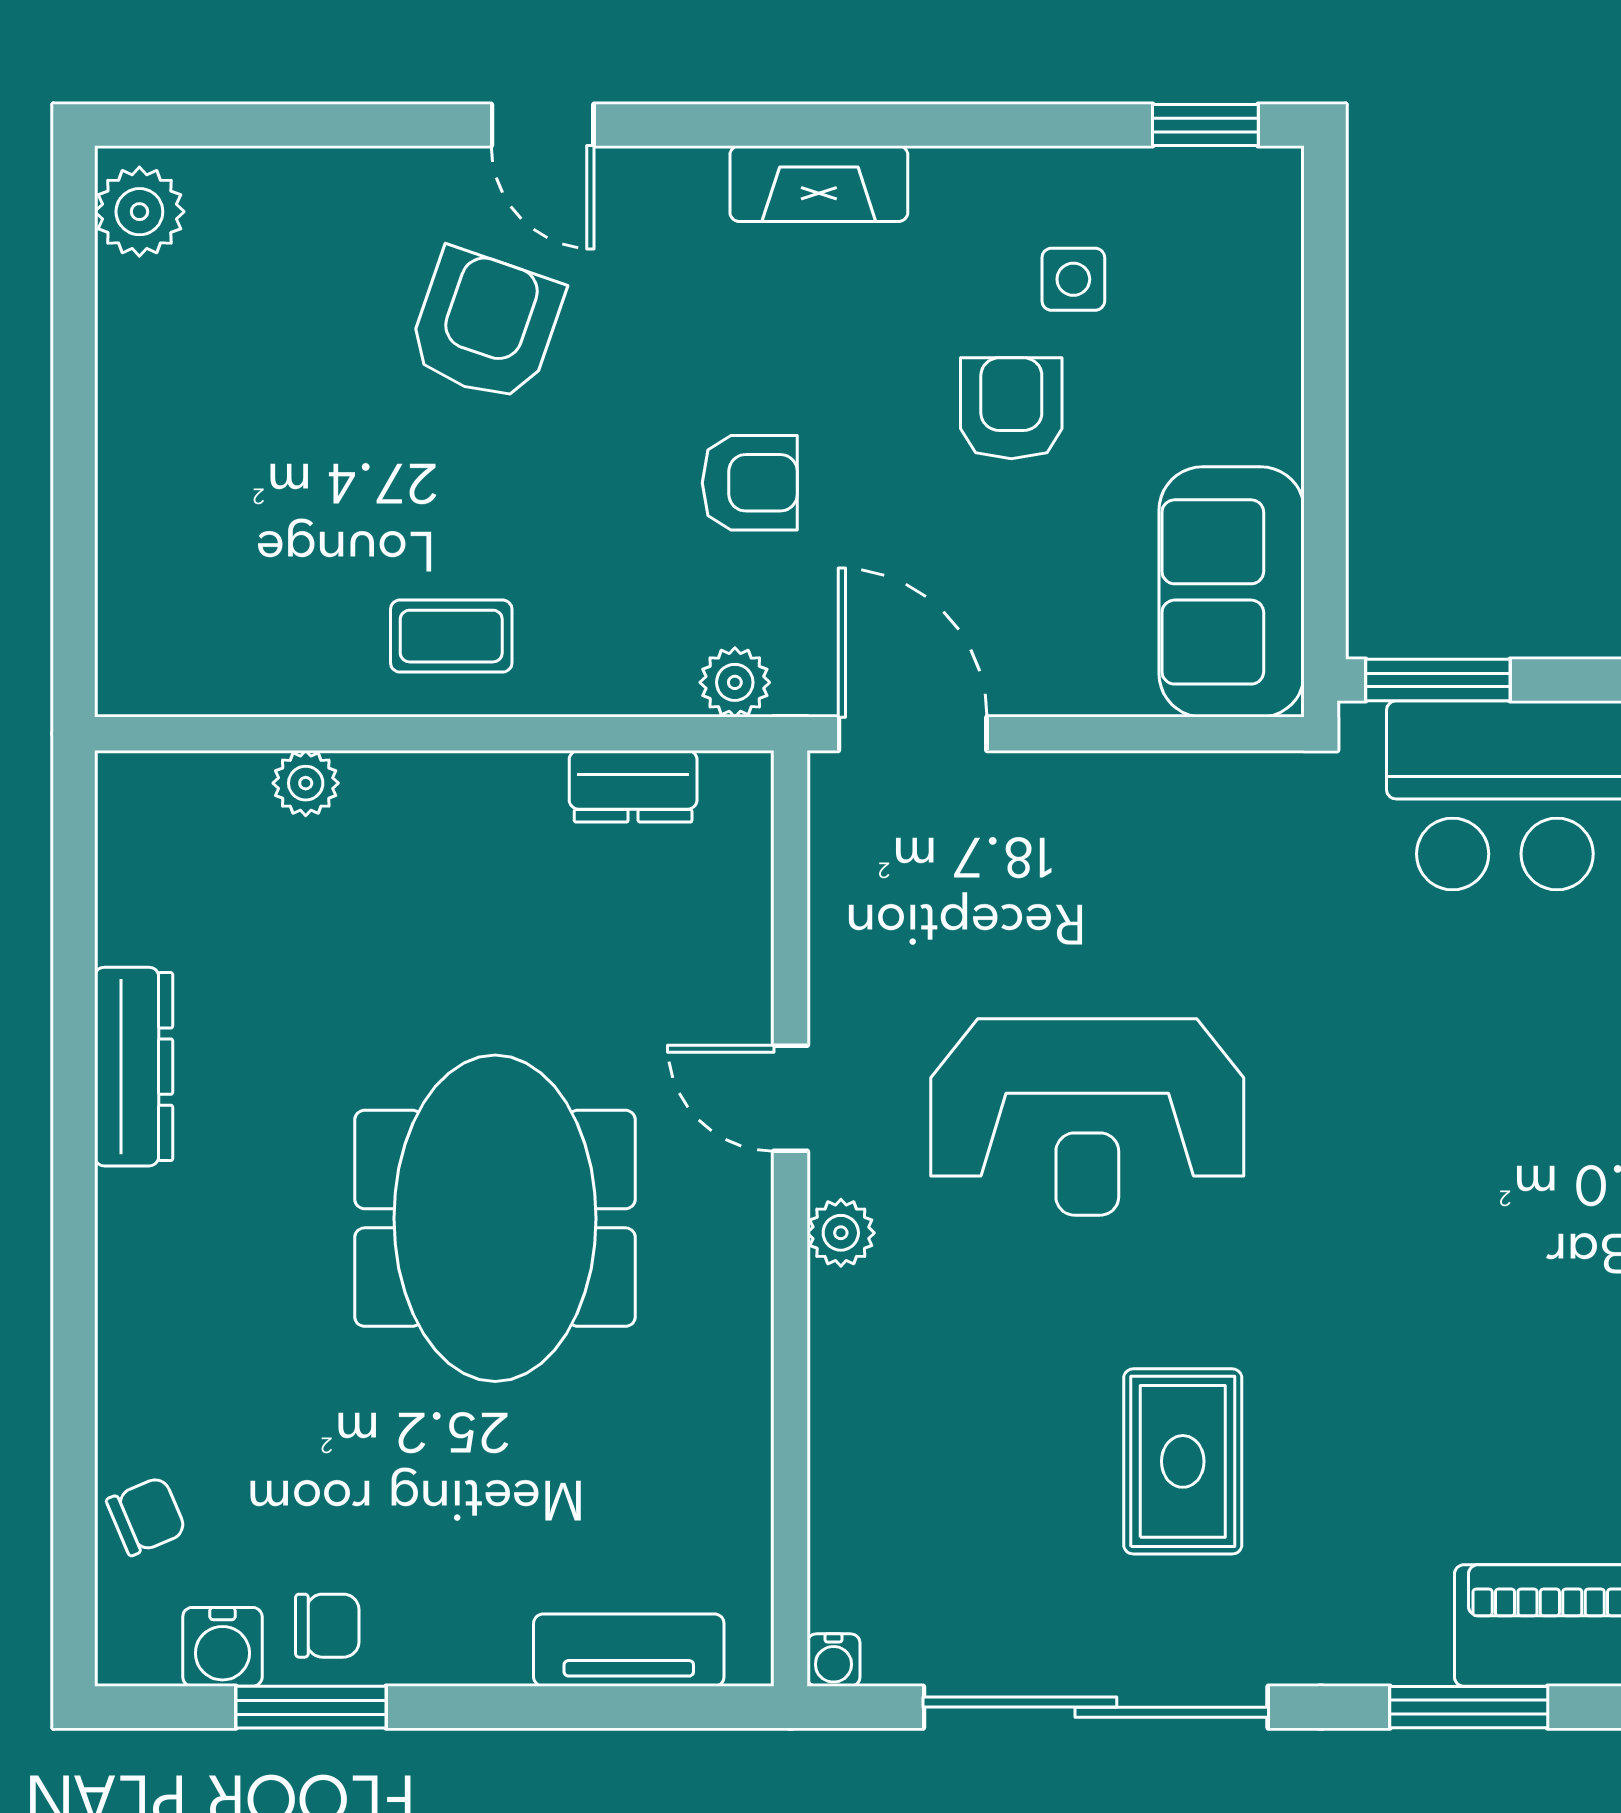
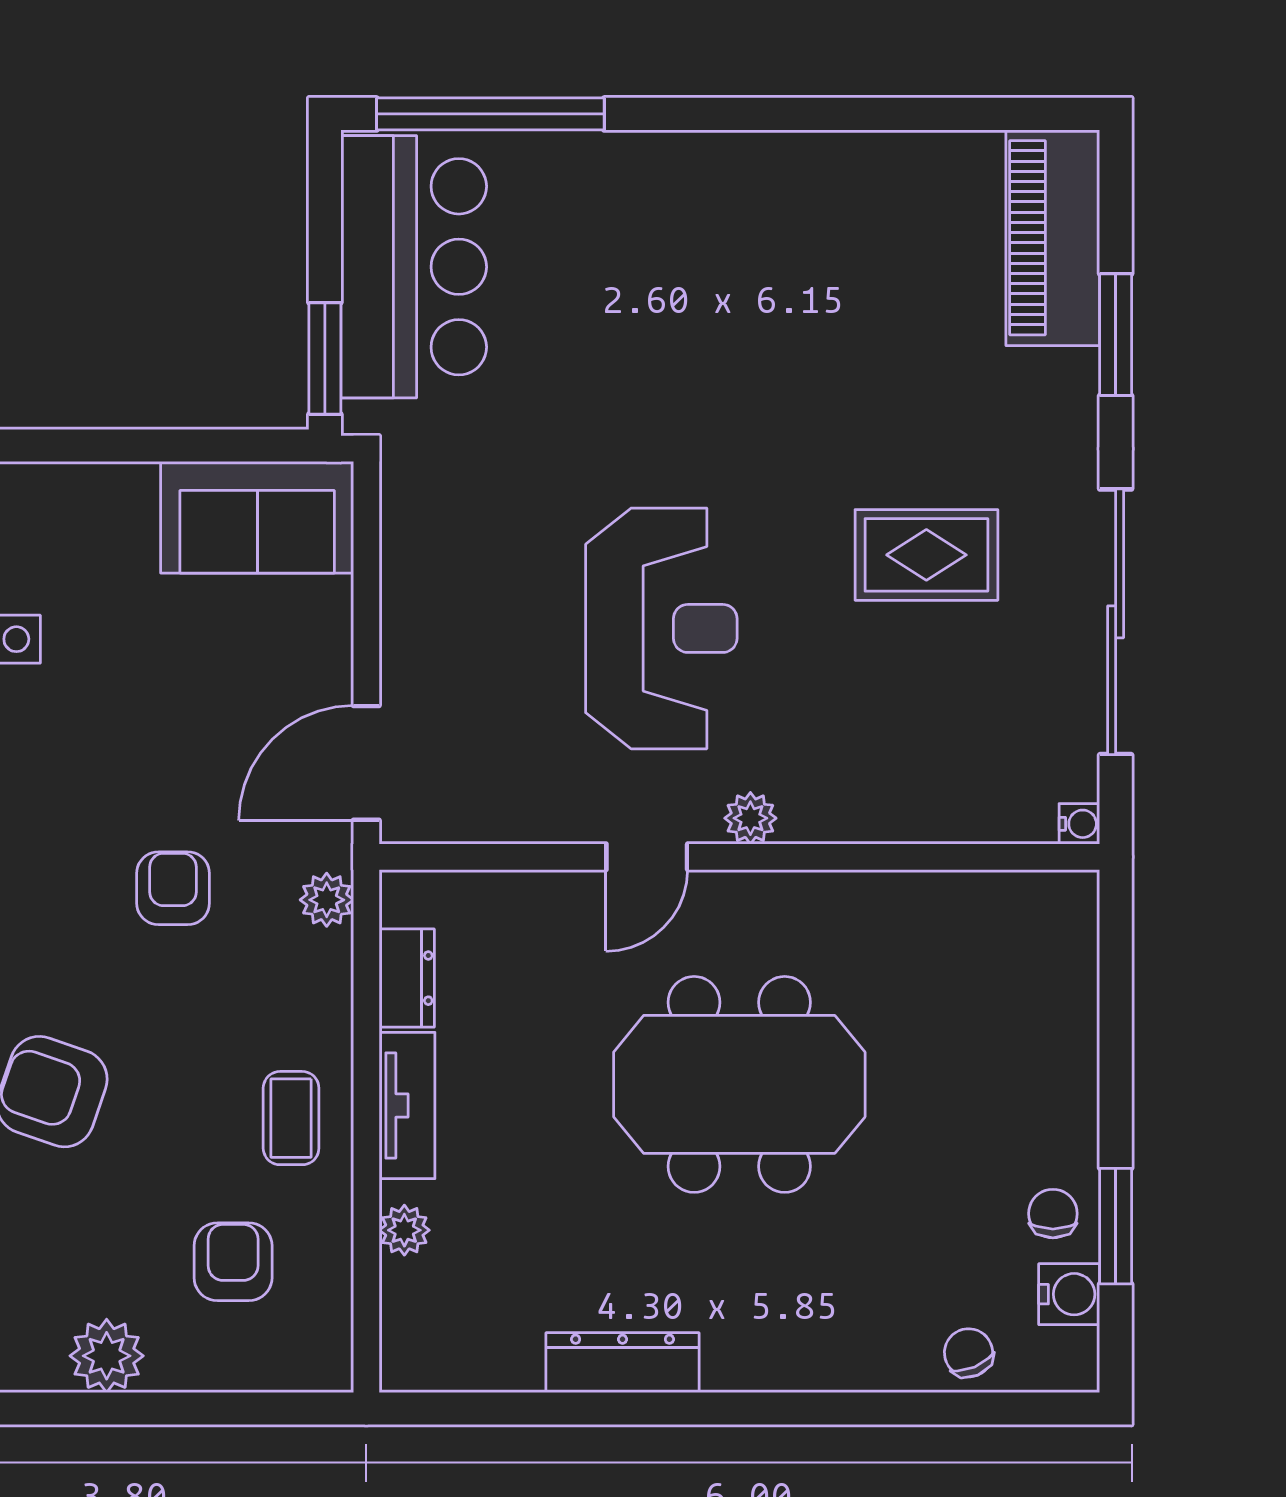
plant: (142, 397) -> (107, 1356), added
armchair: (1011, 408) -> (233, 1262), moved, turned 90
tv unit: (629, 1650) -> (407, 1106), moved, turned 180

